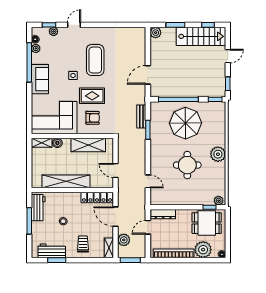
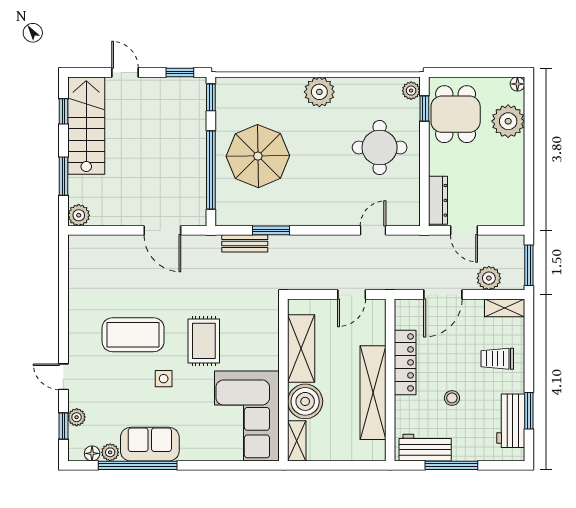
sofa: (40, 79) -> (150, 444), moved
armchair: (93, 118) -> (247, 340), removed
boiler: (57, 143) -> (305, 401), width x1.86, depth x1.86
round table: (187, 165) -> (380, 148), moved
locker: (97, 198) -> (405, 362), moved
bookcase: (174, 253) -> (516, 179), removed

